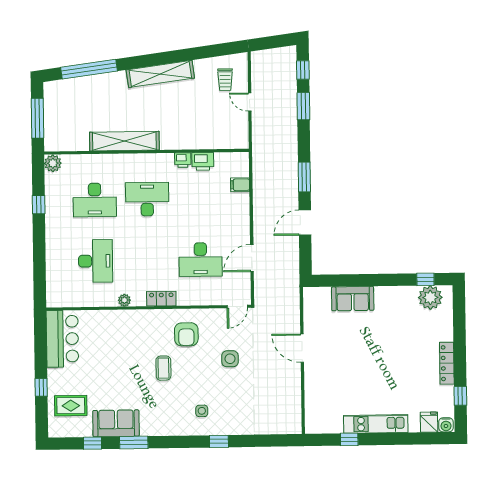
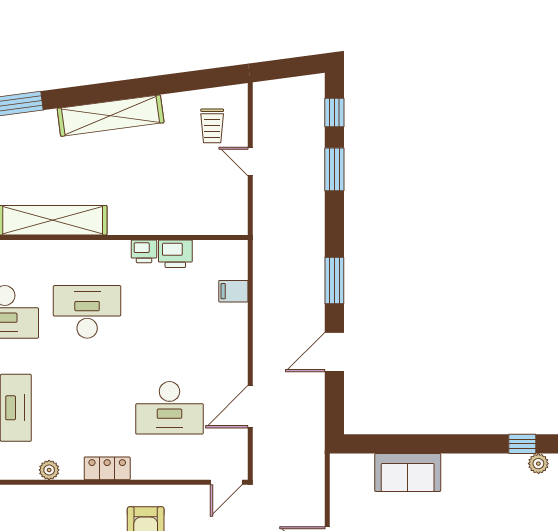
plant: (430, 297) -> (538, 464), width x0.53, depth x0.53

